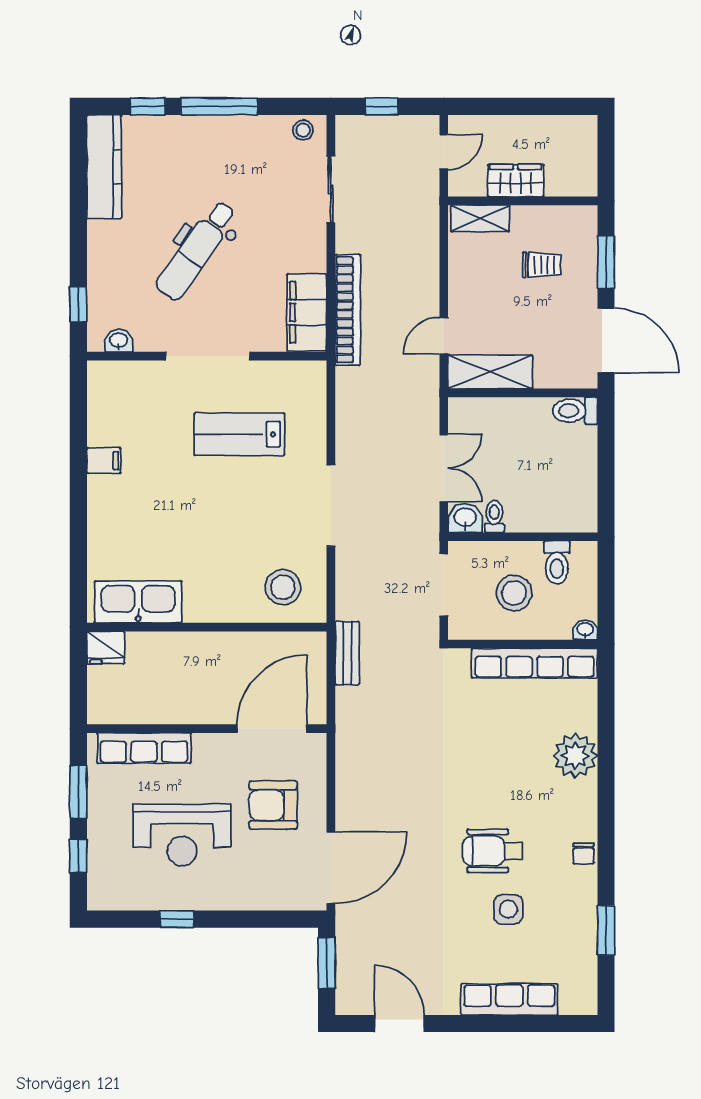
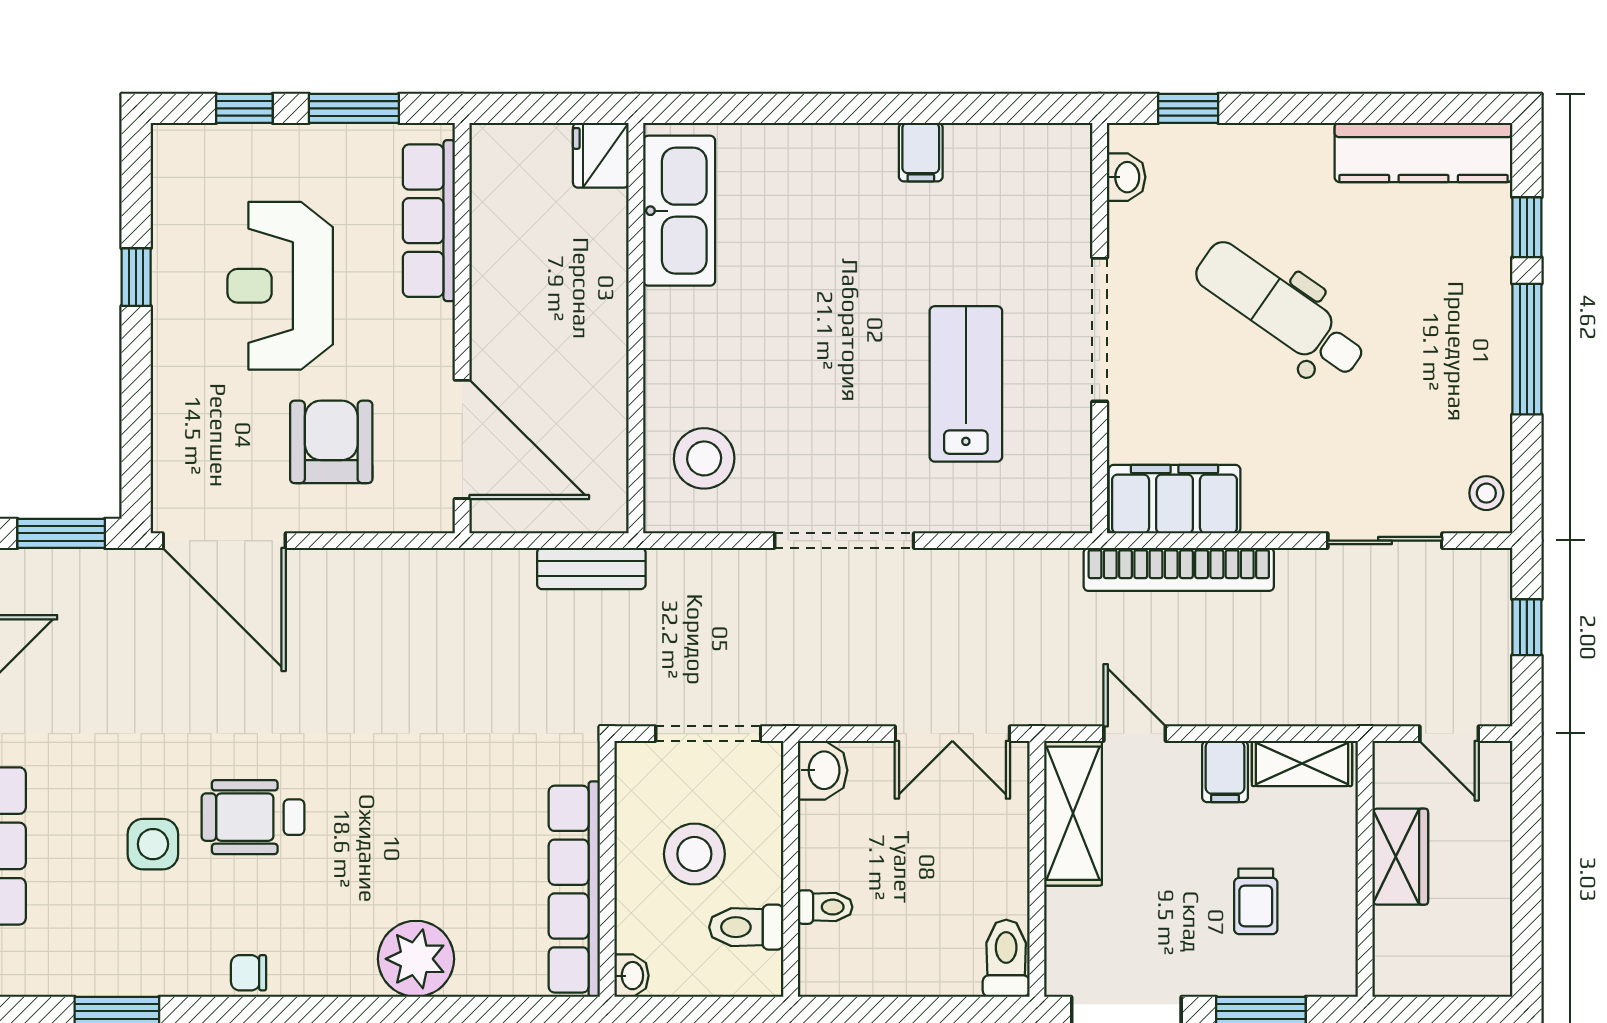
shelving: (480, 218) -> (1302, 763), moved, turned 90
filing cabinet: (466, 283) -> (1225, 772), added
double door: (444, 468) -> (952, 734), moved
toilet: (494, 517) -> (825, 907), moved
wheelchair: (493, 851) -> (253, 817), turned -90

